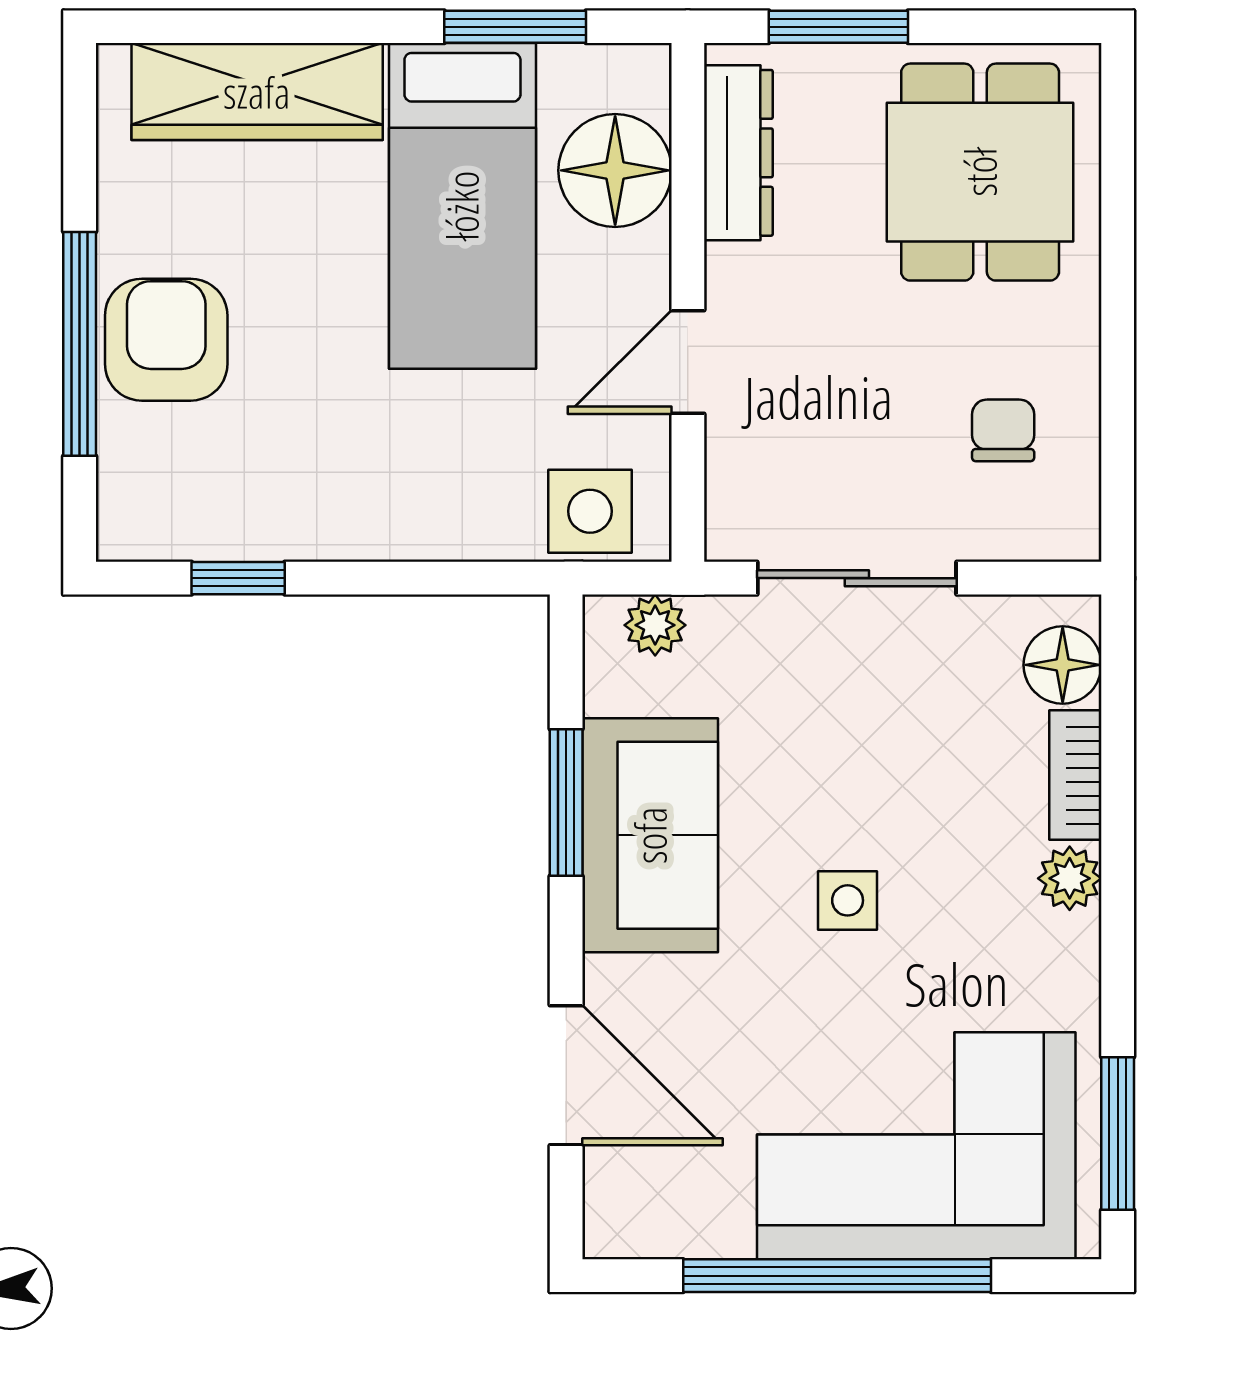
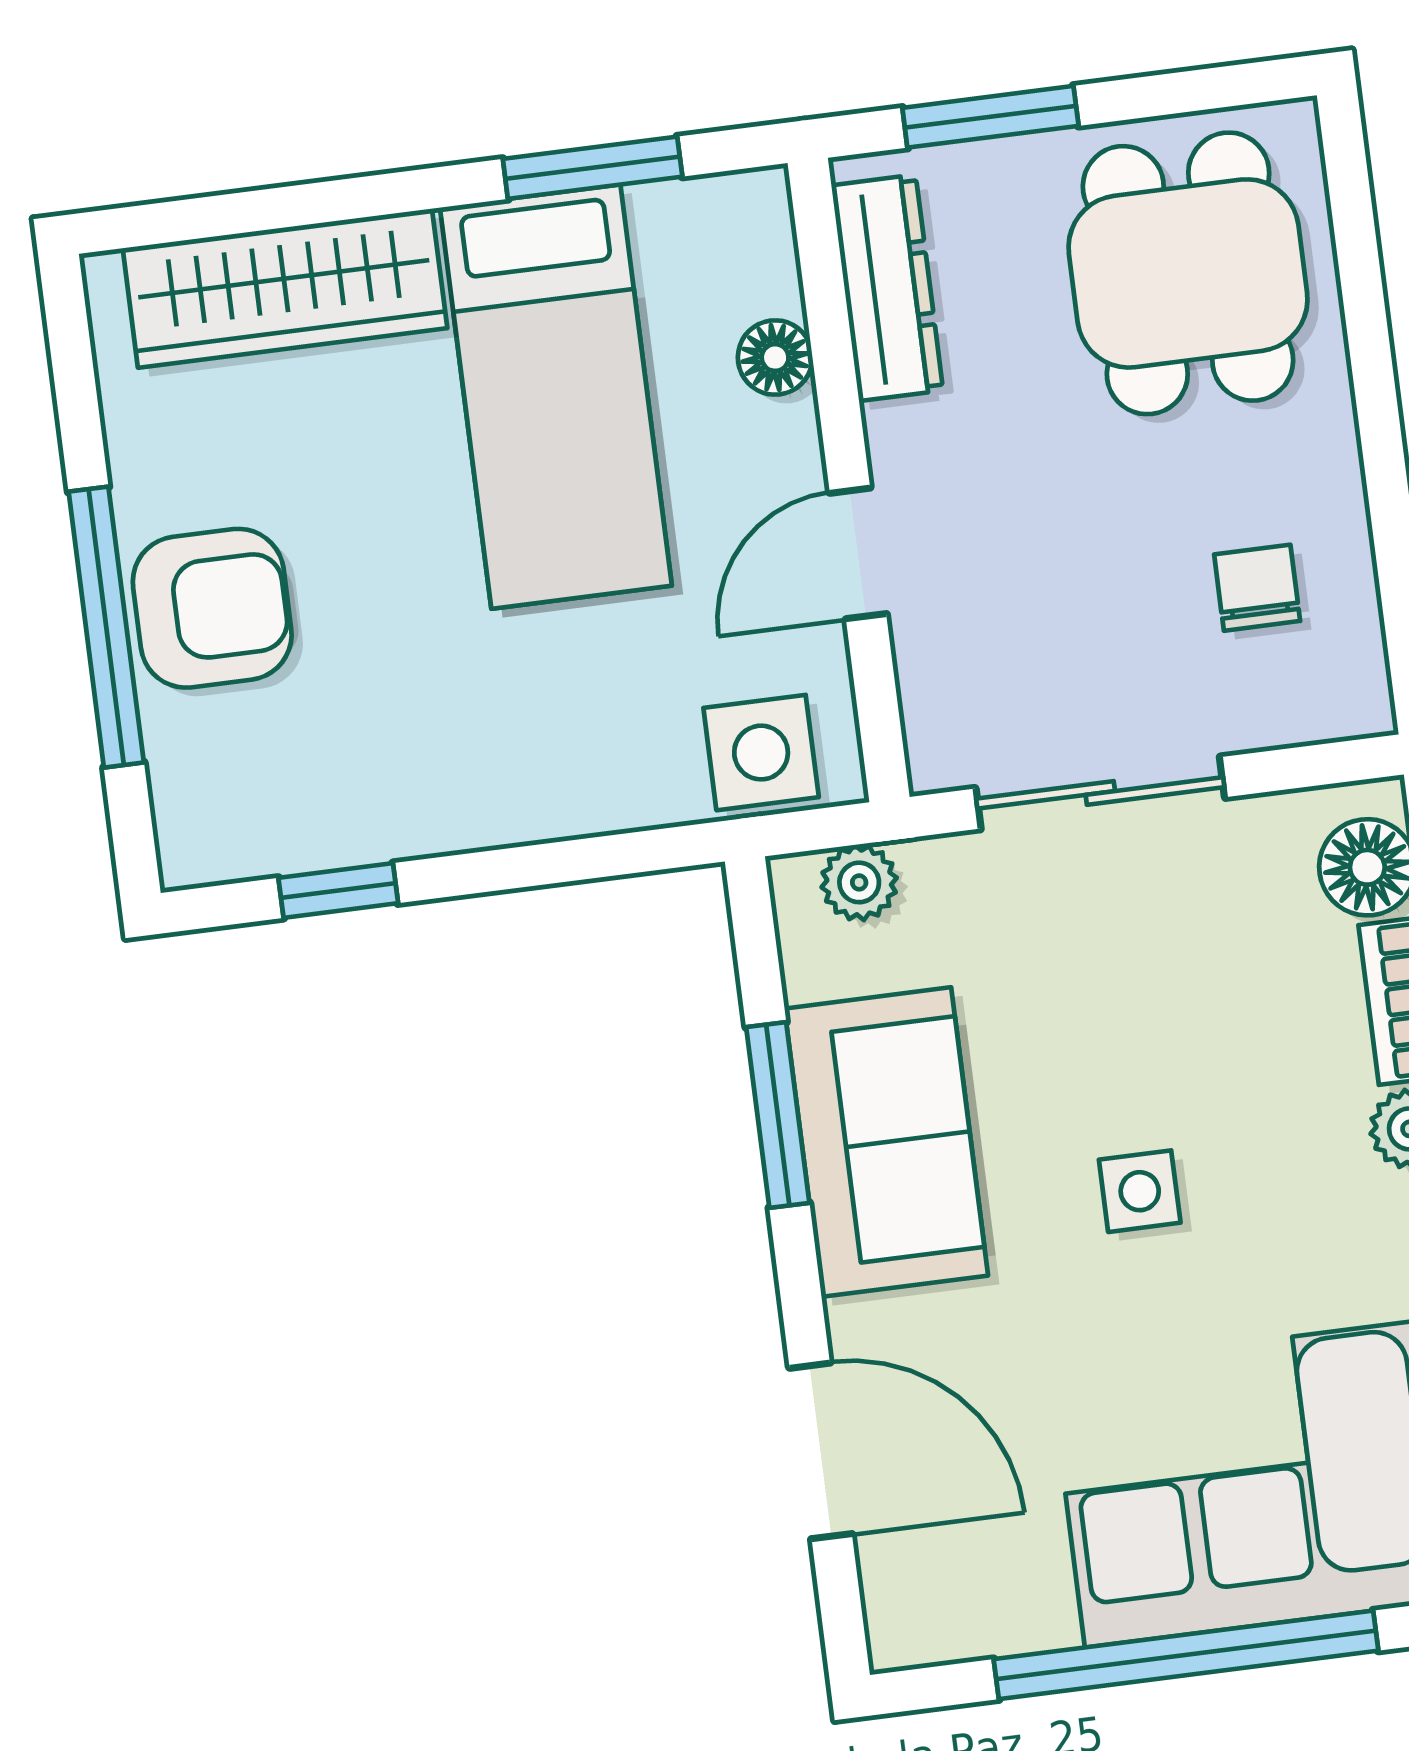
floor lamp: (615, 170) -> (775, 358), width x0.53, depth x0.53
armchair: (166, 340) -> (212, 608), turned 90

